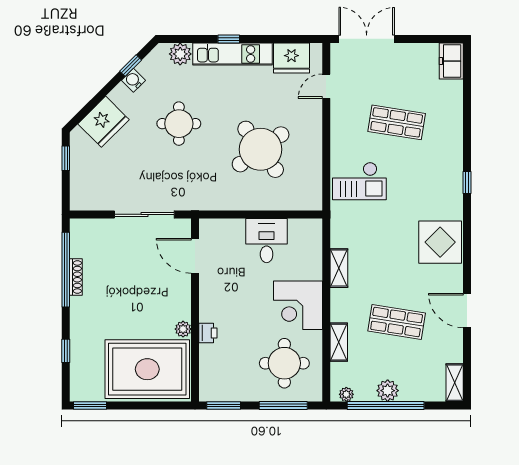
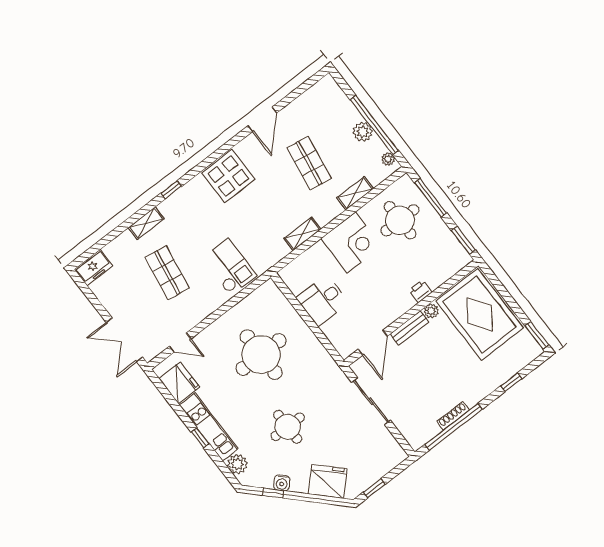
round table: (261, 149) -> (261, 355), turned 36
bench: (183, 298) -> (409, 328), added
shelving: (455, 383) -> (146, 223), moved

